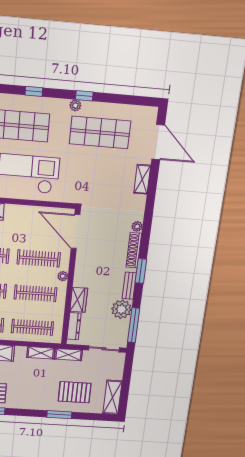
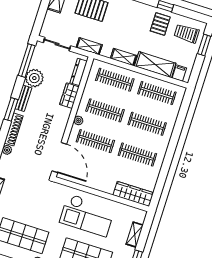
shelving: (41, 353) -> (124, 57), moved

